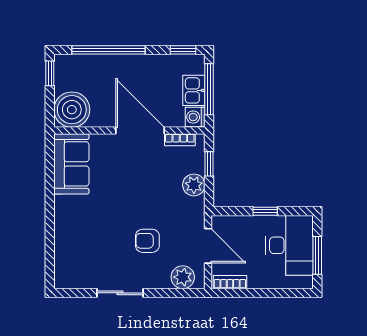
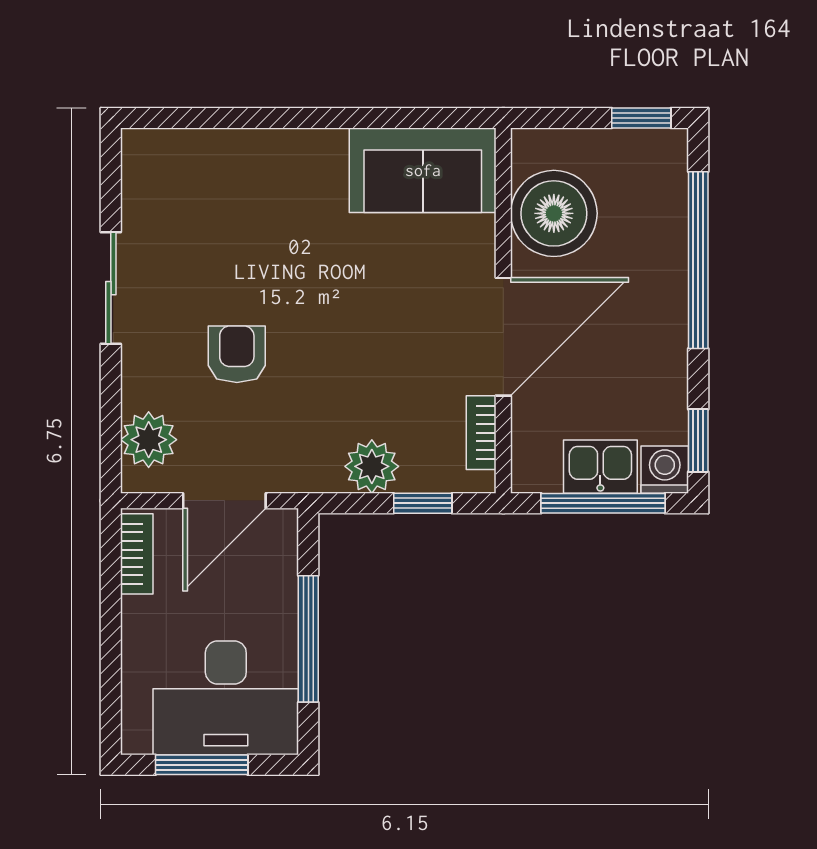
boiler: (72, 110) -> (554, 213), moved
washing machine: (195, 117) -> (665, 470), moved
window: (265, 211) -> (308, 639), width x2.17

